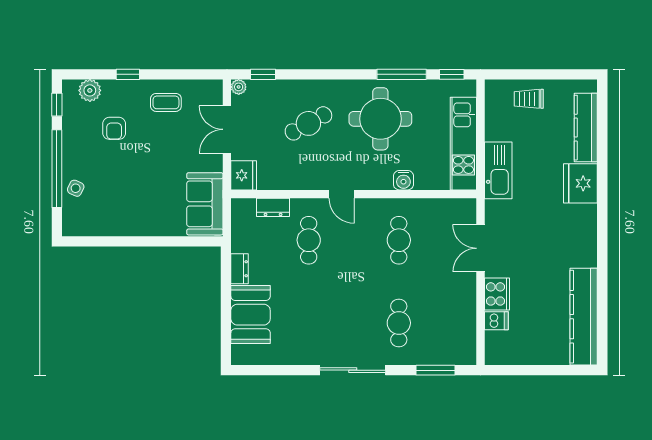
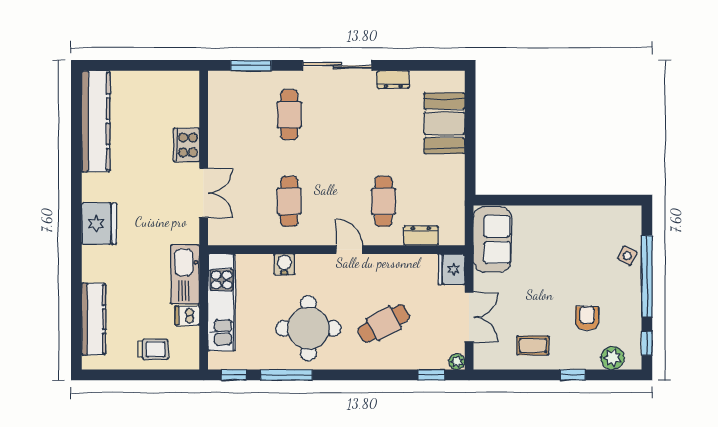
fridge: (580, 183) -> (99, 224), moved
dresser: (239, 269) -> (393, 79), moved, turned -90
dishwasher: (496, 321) -> (187, 315), moved

